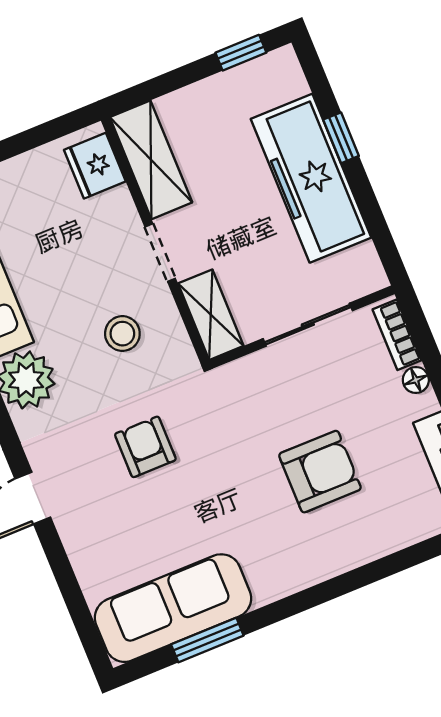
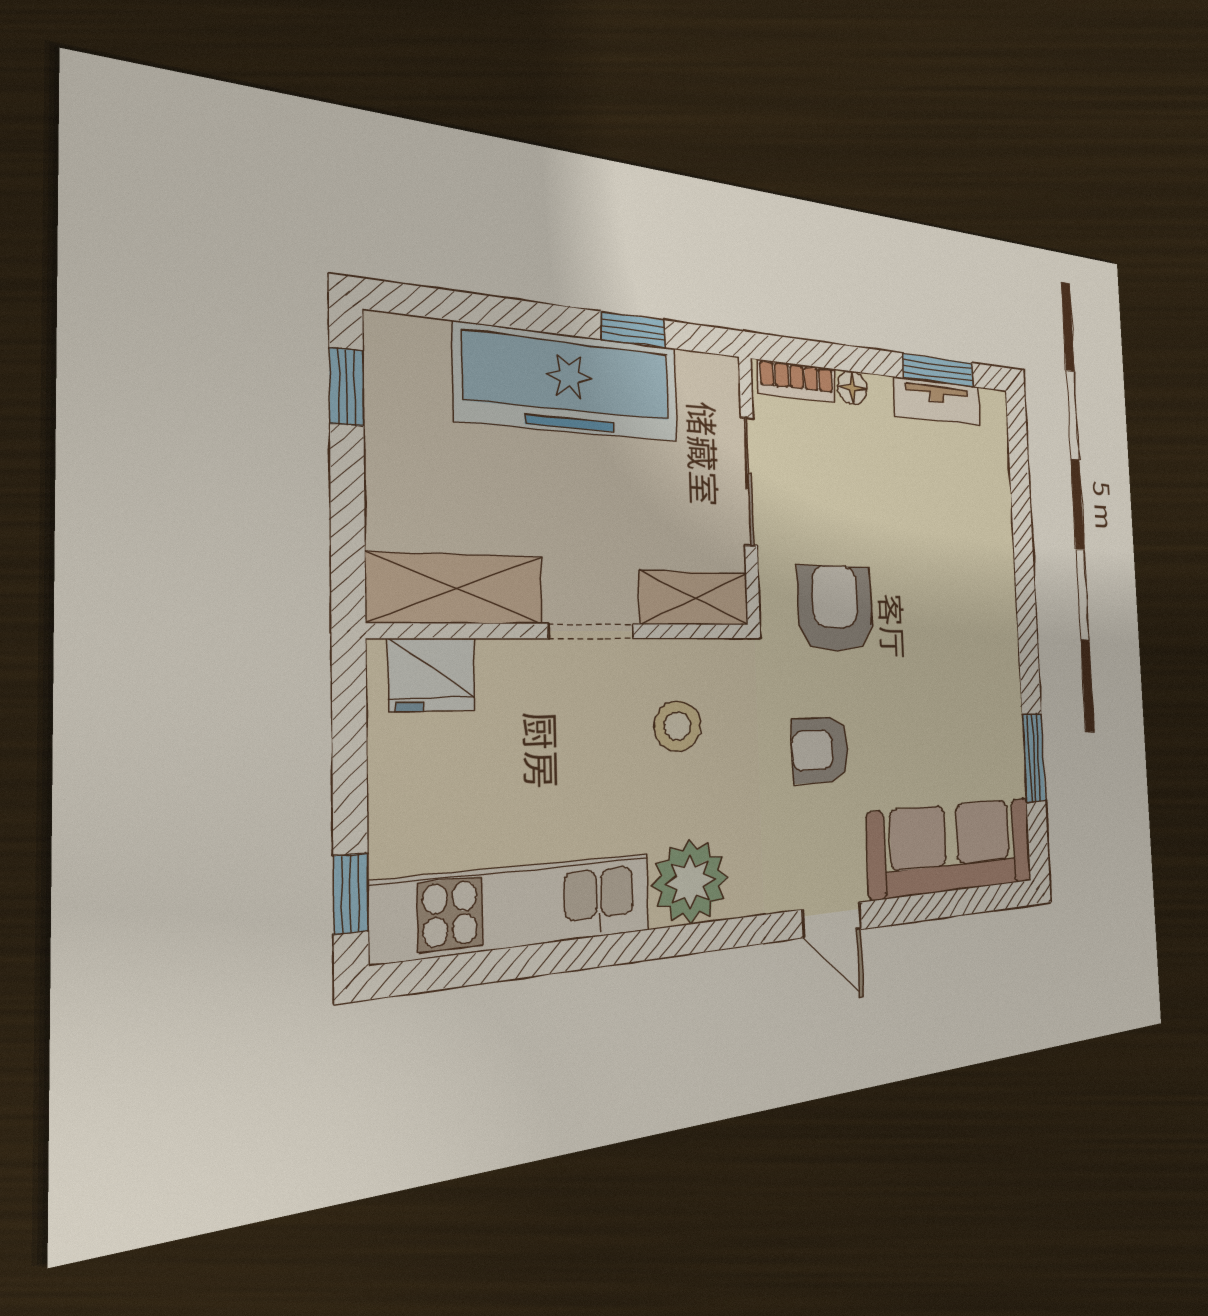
window: (341, 138) -> (633, 330), moved
armchair: (320, 472) -> (835, 608), moved
sofa: (173, 608) -> (951, 847), moved, turned 90

